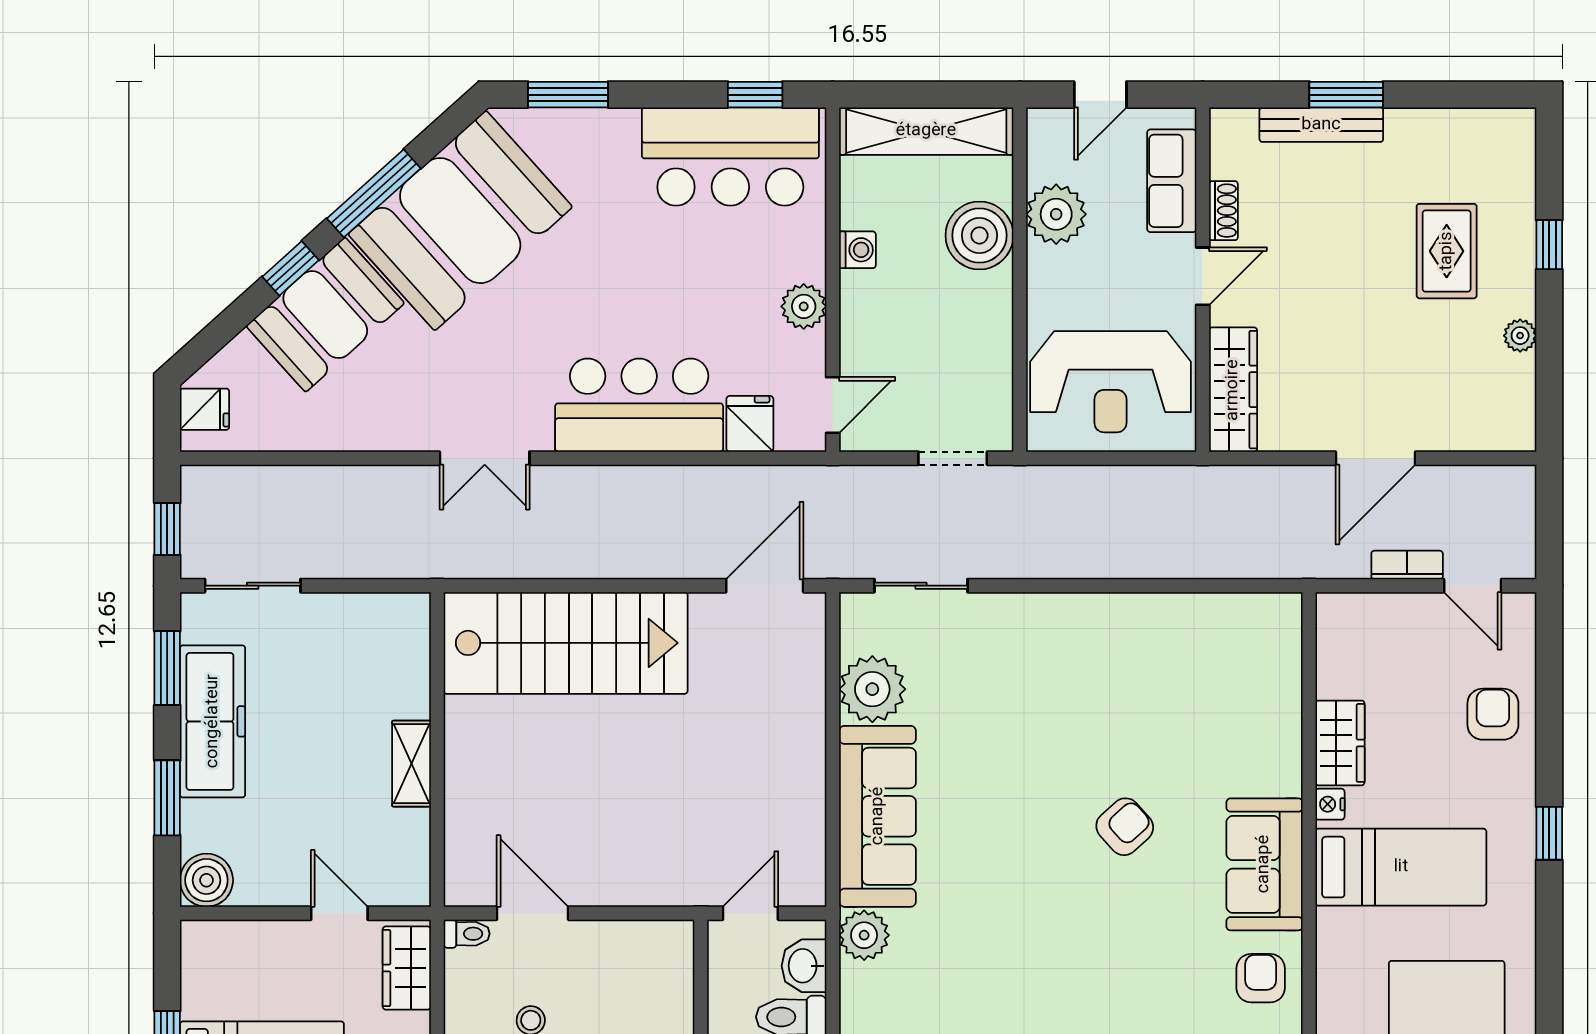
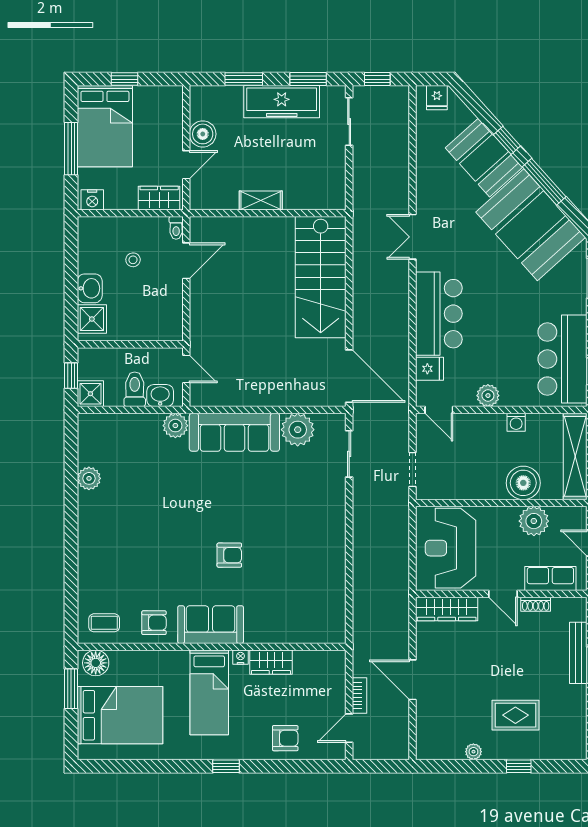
door: (765, 586) -> (349, 376), width x1.36
armchair: (1125, 827) -> (229, 555), turned -48
boiler: (206, 880) -> (203, 134), moved

